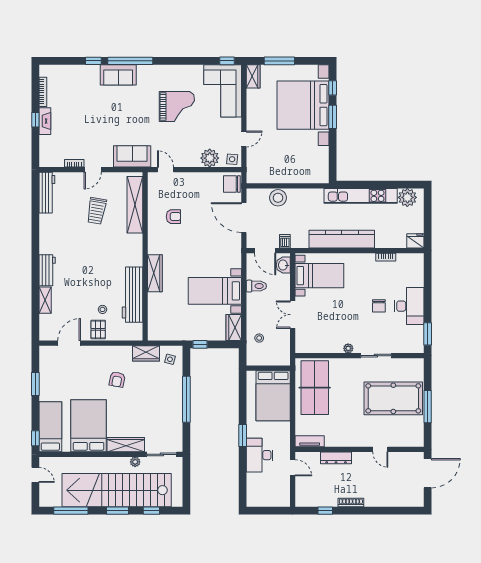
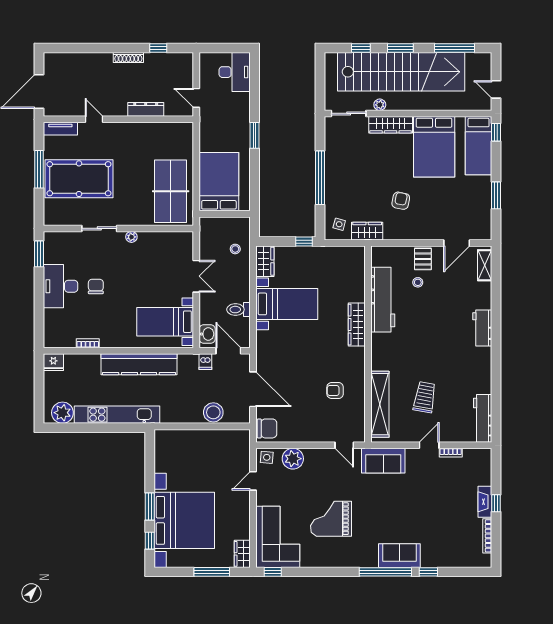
shelving: (45, 300) -> (485, 265), moved
tv unit: (310, 441) -> (60, 129), moved
desk: (260, 455) -> (235, 72), moved

